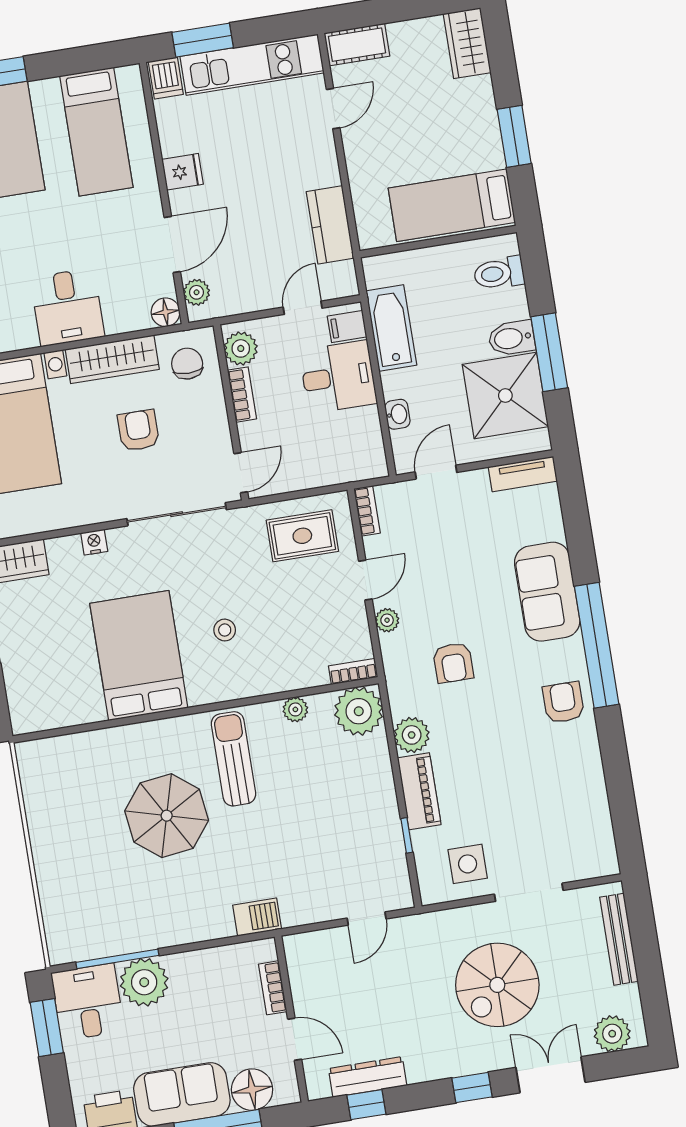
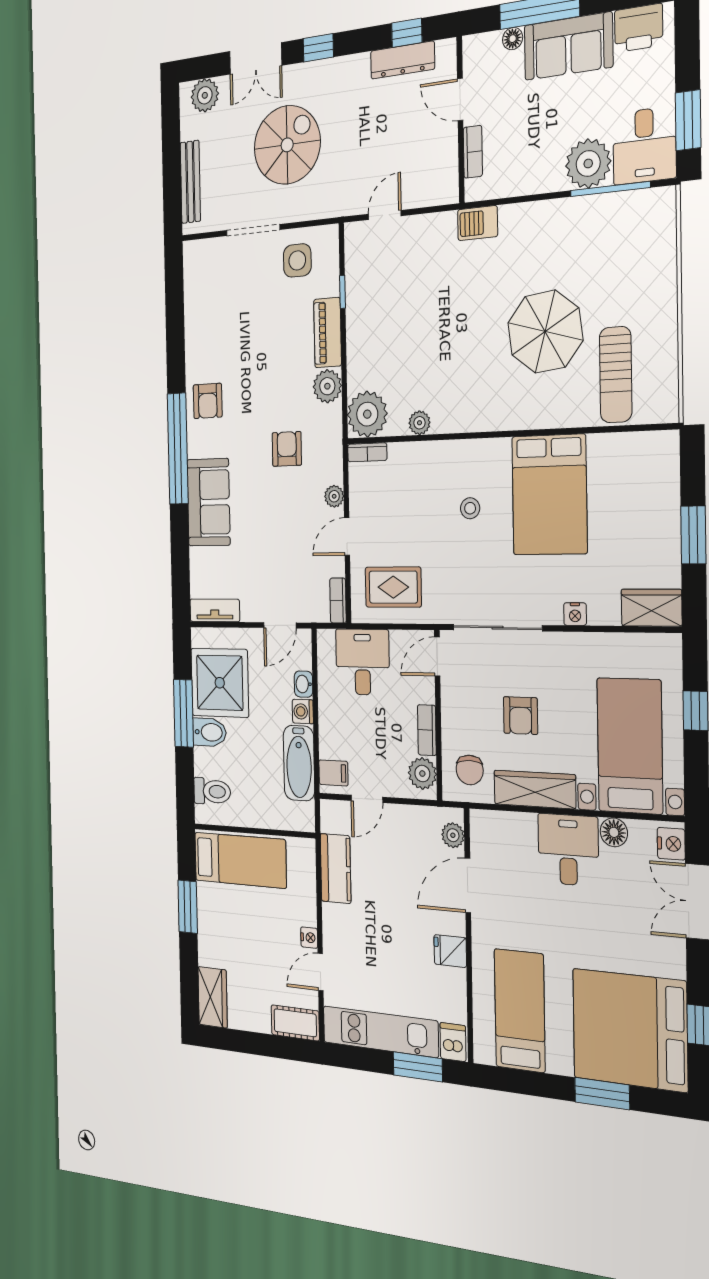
nightstand: (352, 142) -> (309, 938), added
floor lamp: (165, 312) -> (614, 832), moved
desk: (338, 377) -> (363, 662), moved, turned 90
washing machine: (394, 385) -> (303, 711), added
sun lounger: (233, 759) -> (616, 375), moved
floor lamp: (252, 1090) -> (513, 39), width x0.53, depth x0.53

